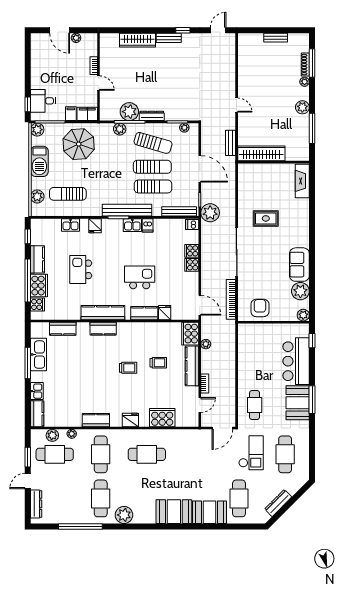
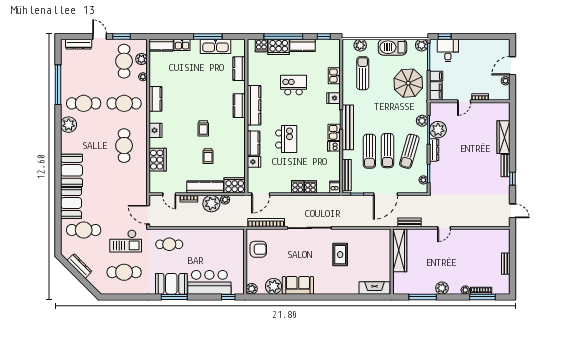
plant: (210, 213) -> (211, 204), moved

